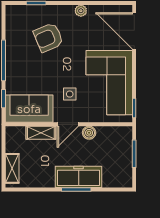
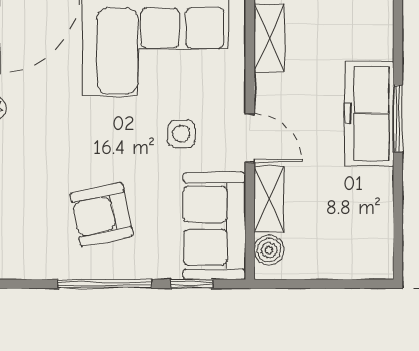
armchair: (48, 37) -> (102, 215), moved, turned 101
boiler: (89, 133) -> (269, 250), moved
shelving: (12, 168) -> (269, 38), moved, turned 90

